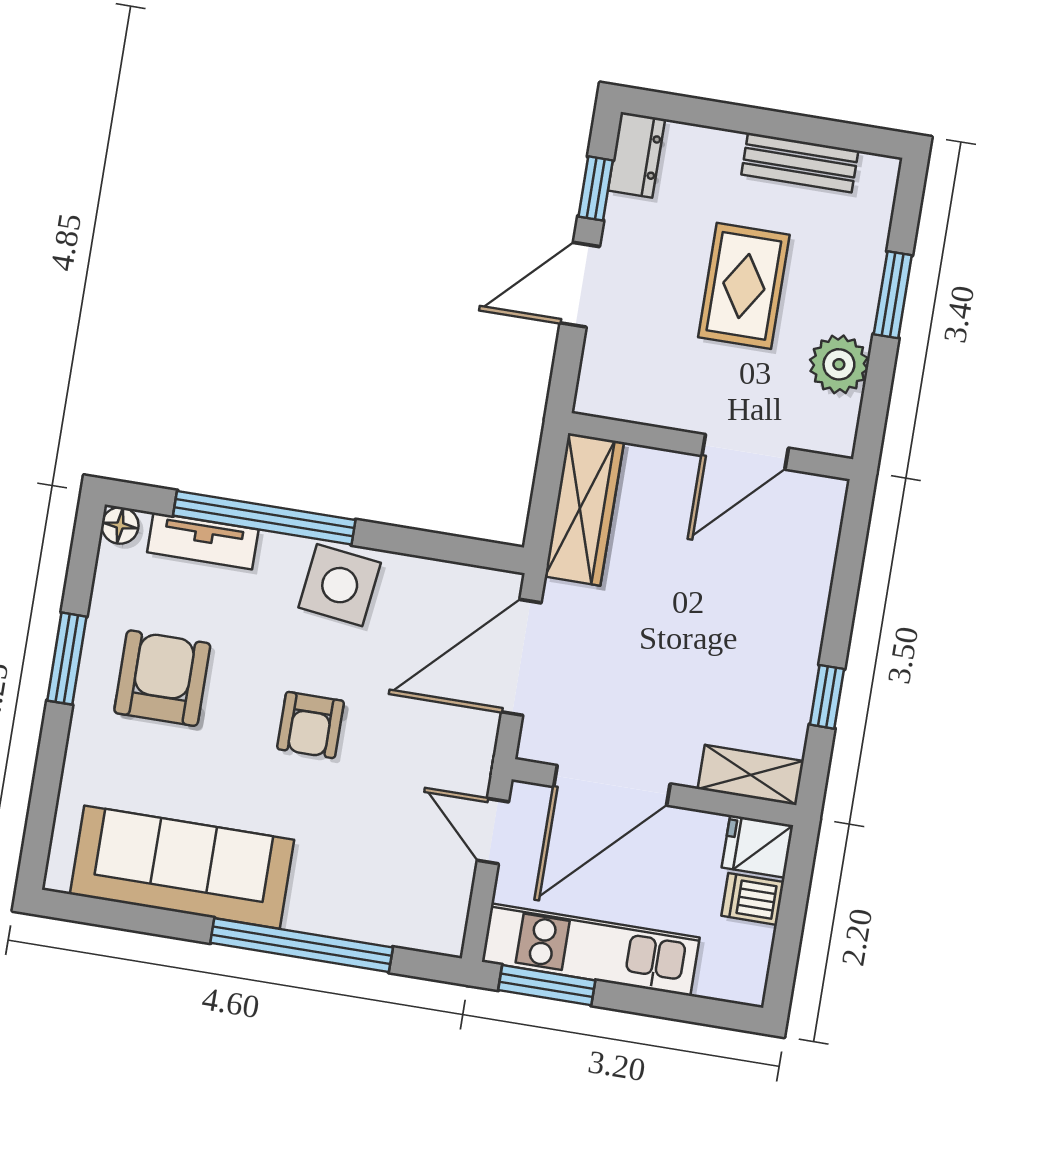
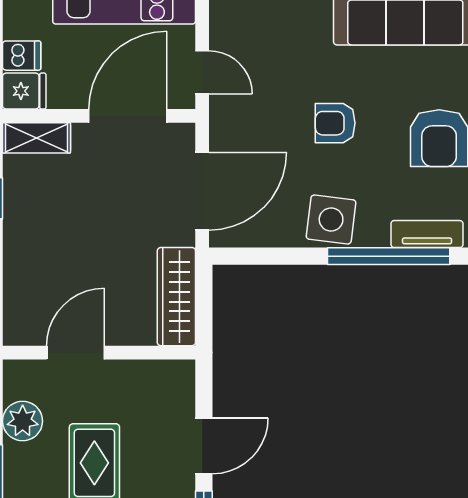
armchair: (311, 725) -> (335, 123), turned -90

